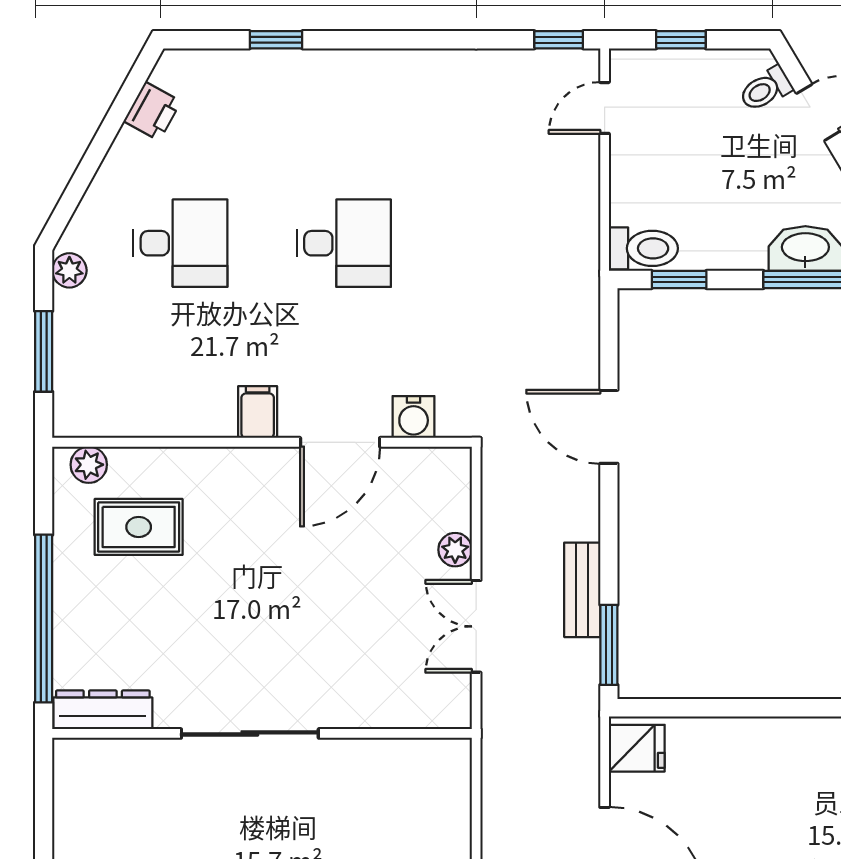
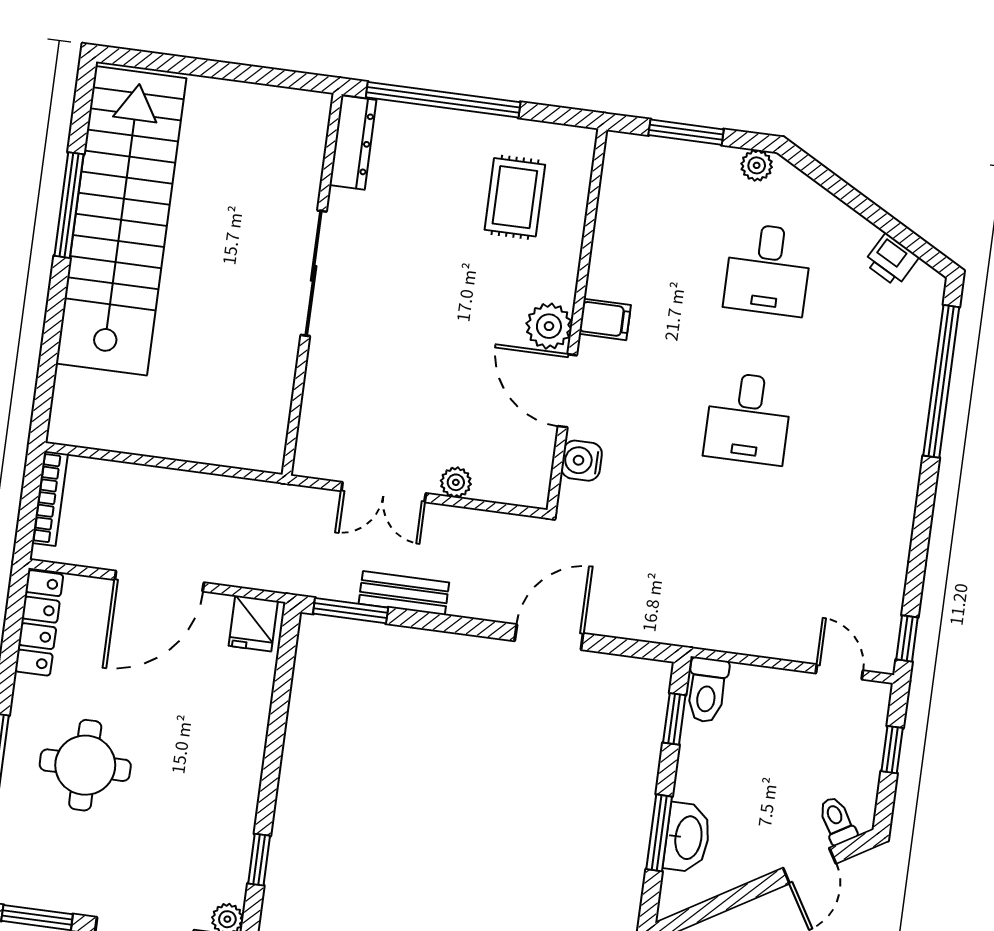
window: (276, 40) -> (941, 381), width x3.17
plant: (89, 465) -> (549, 326), moved, width x1.38, depth x1.38
double door: (476, 626) -> (384, 492), swing flipped

